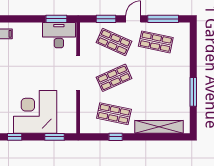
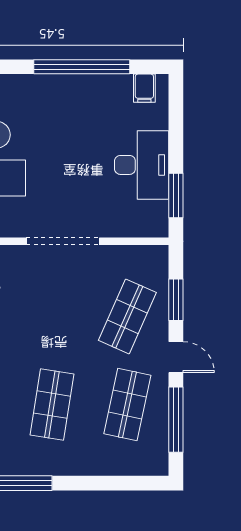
desk: (59, 35) -> (142, 165), moved
shop shelf: (114, 78) -> (52, 404), moved, turned 33

